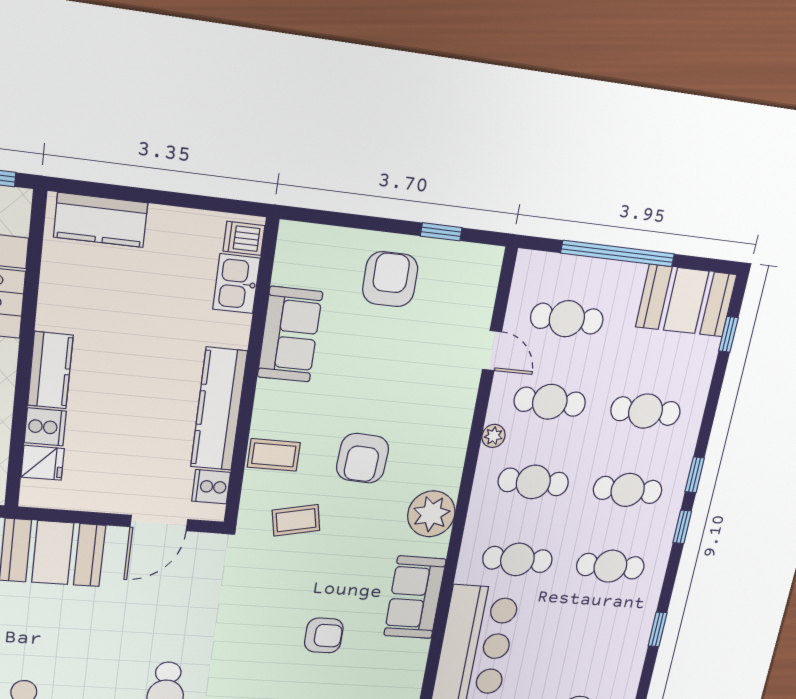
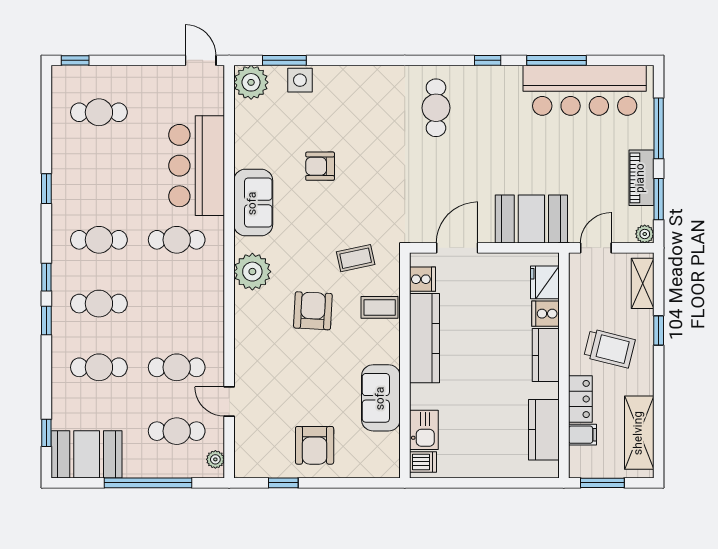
kitchen counter: (101, 220) -> (544, 430), moved, turned -90
plant: (493, 436) -> (215, 459), moved
fridge: (43, 463) -> (545, 282), width x1.38
cafe table: (533, 482) -> (177, 304), removed

